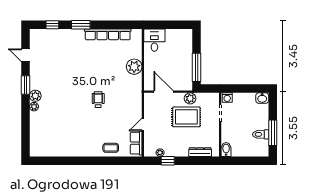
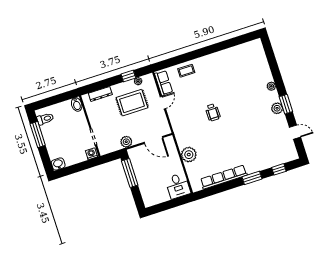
plant: (35, 96) -> (277, 108), moved
rug: (186, 117) -> (132, 103), moved
toilet: (261, 134) -> (45, 119), moved

